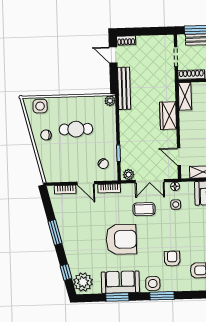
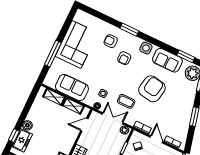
door: (179, 157) -> (84, 125), swing flipped
armchair: (121, 239) -> (152, 89), turned 100
window: (162, 296) -> (129, 30), moved
window: (117, 297) -> (186, 56), moved

